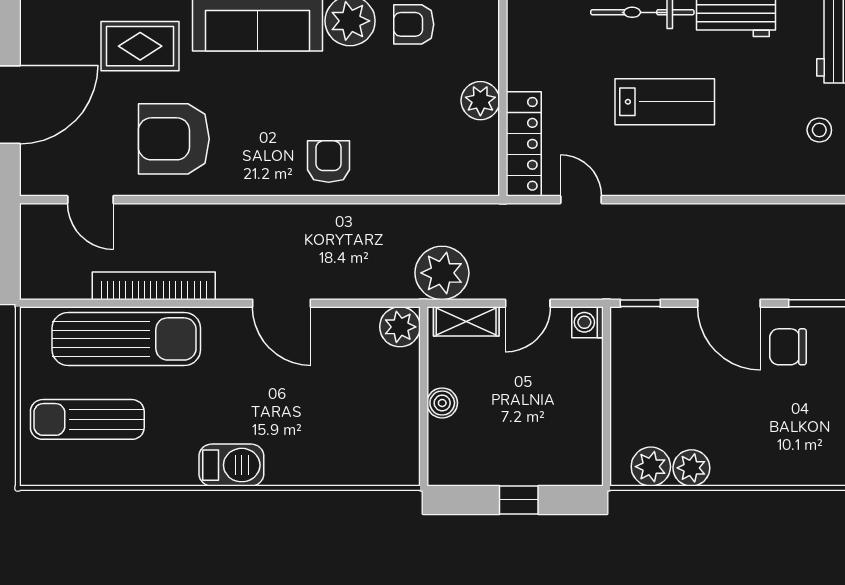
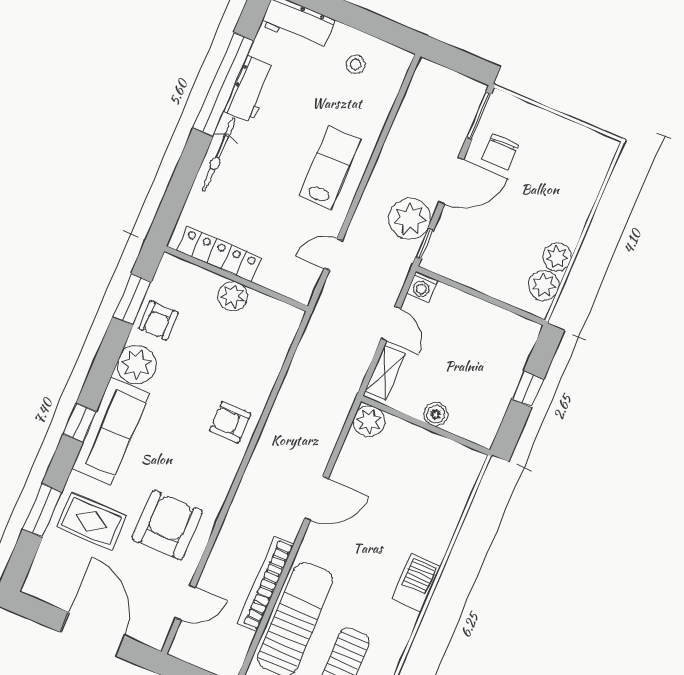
rug: (140, 46) -> (91, 521), turned 90
lab bench: (665, 102) -> (330, 167), moved
armchair: (174, 139) -> (167, 525), turned 180
locker: (524, 144) -> (219, 254), moved
plant: (442, 273) -> (410, 219), moved

